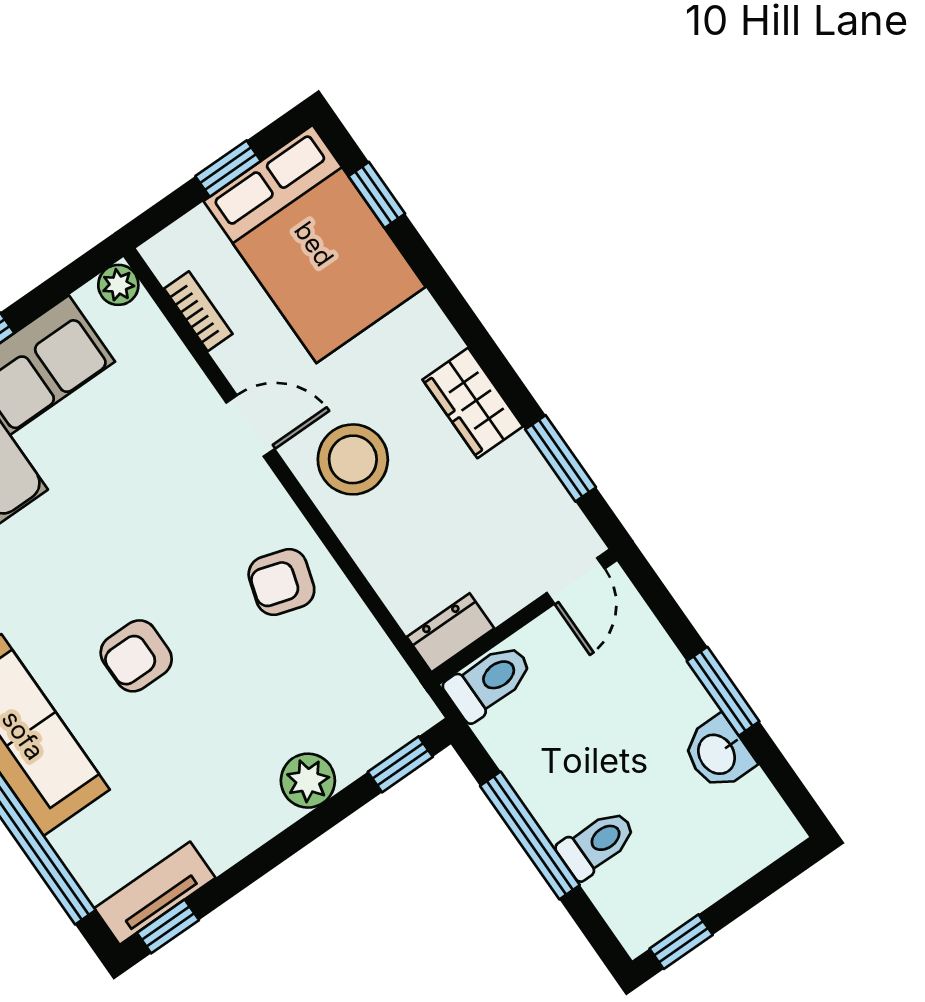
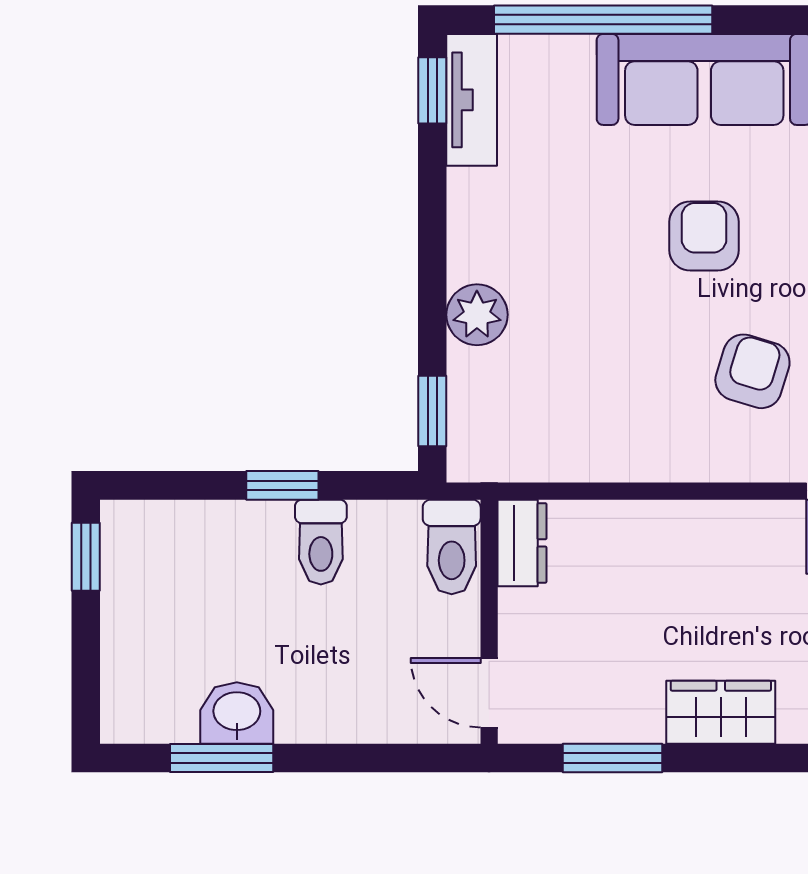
stool: (353, 459) -> (746, 564), removed
armchair: (281, 582) -> (752, 371), moved
window: (723, 691) -> (222, 758), moved
window: (530, 835) -> (282, 485), width x0.46
toilet: (597, 844) -> (321, 542), moved

